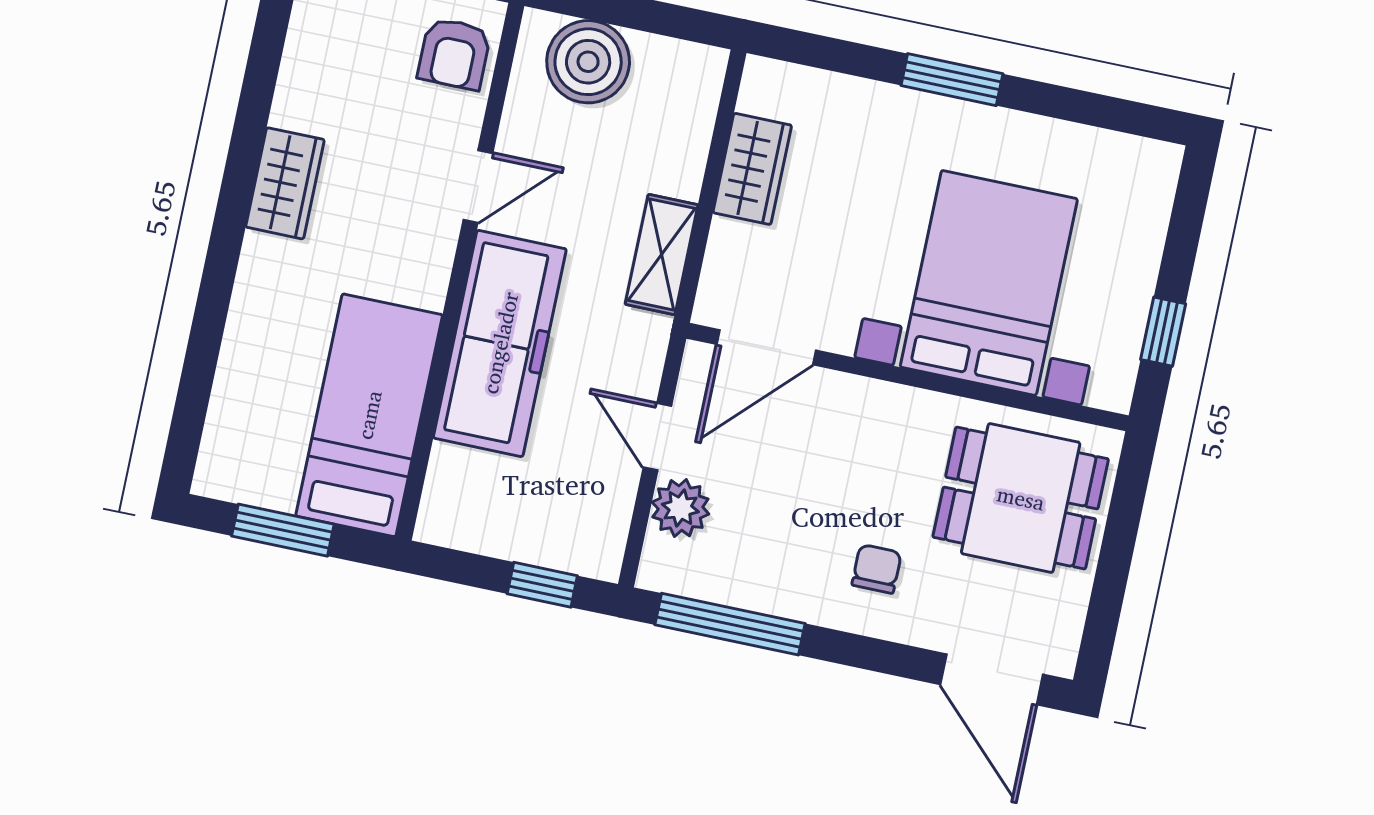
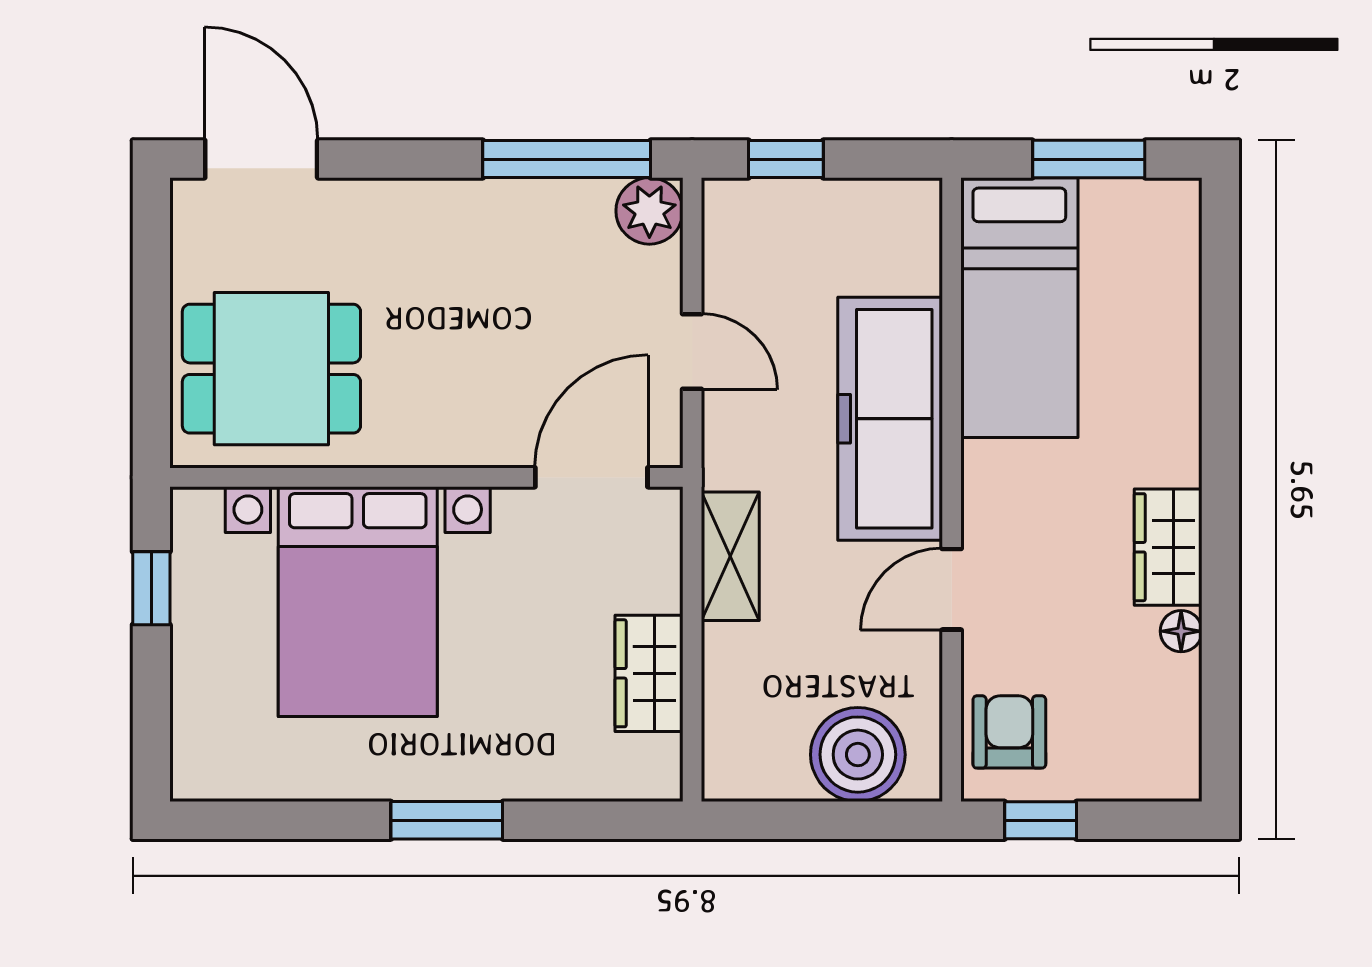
floor lamp: (289, 109) -> (1181, 631), added
plant: (680, 508) -> (649, 211), moved
chair: (877, 569) -> (416, 255), removed

